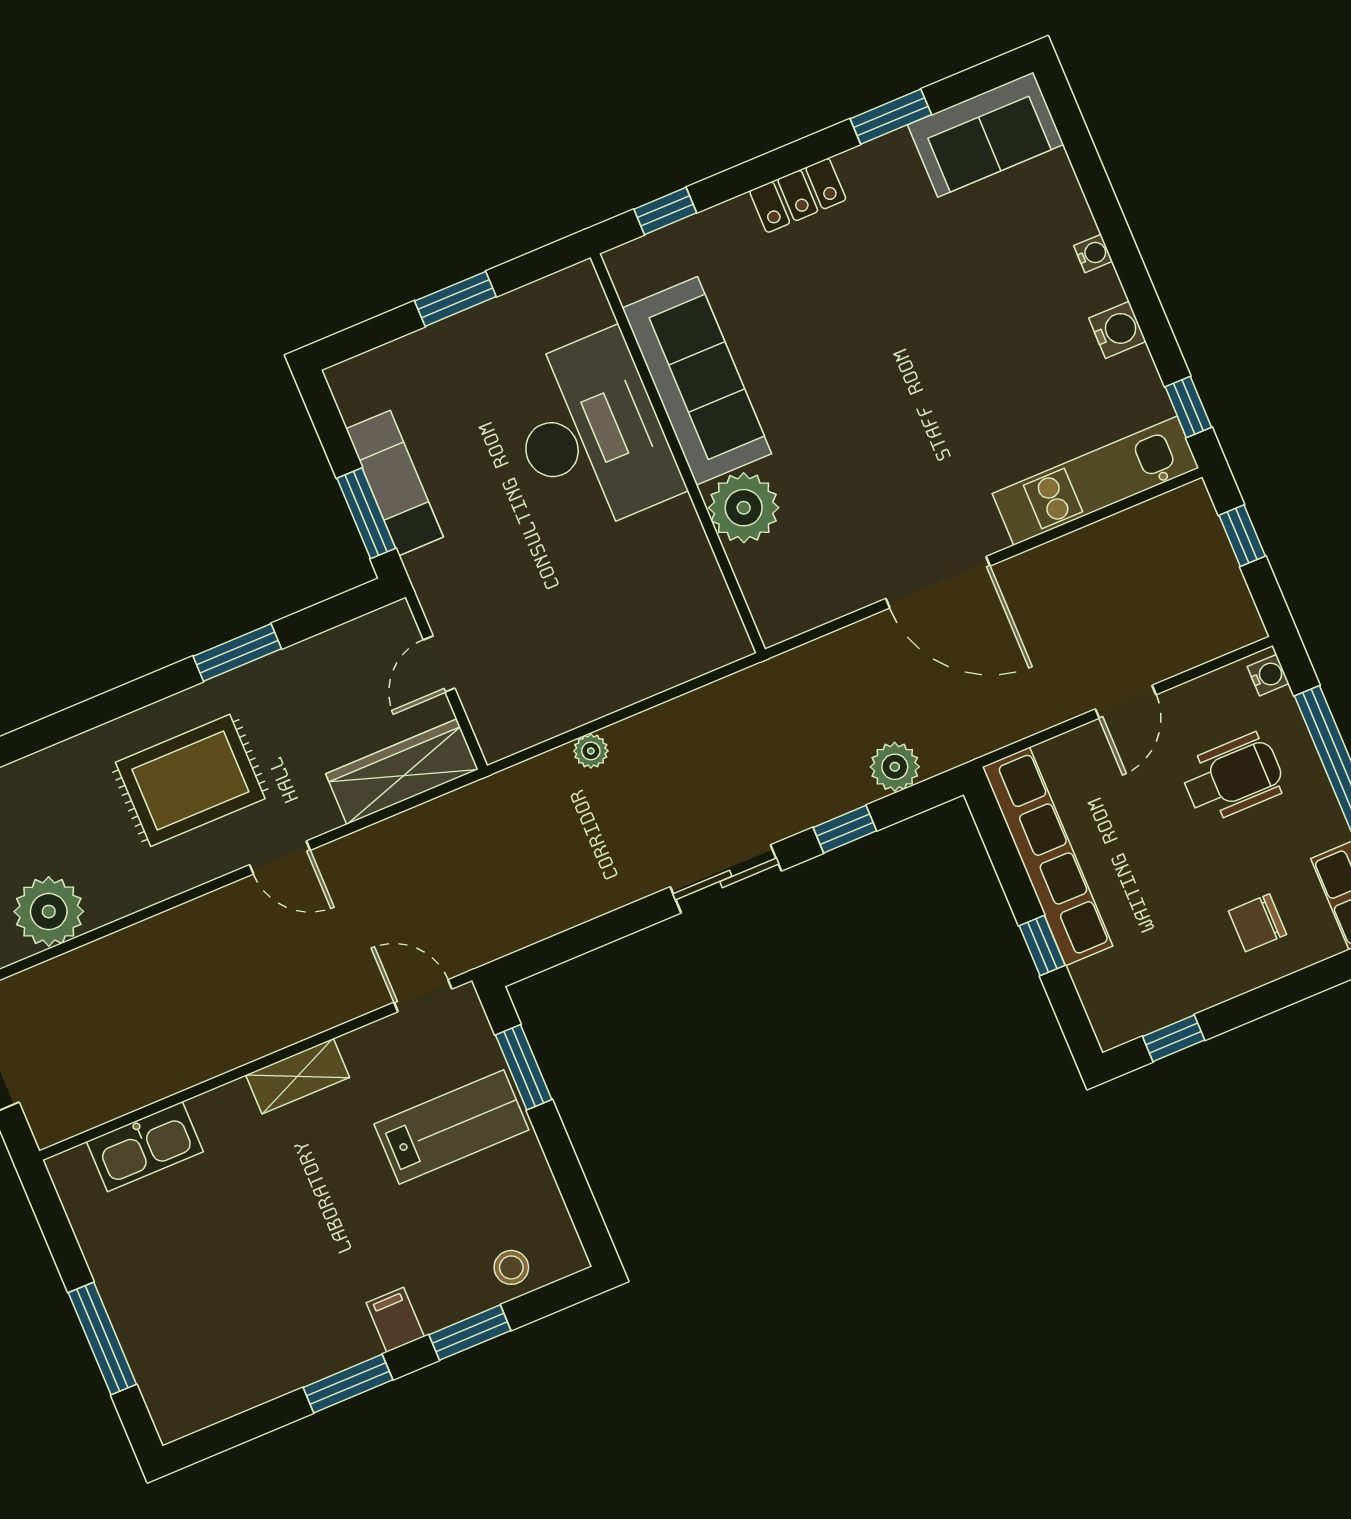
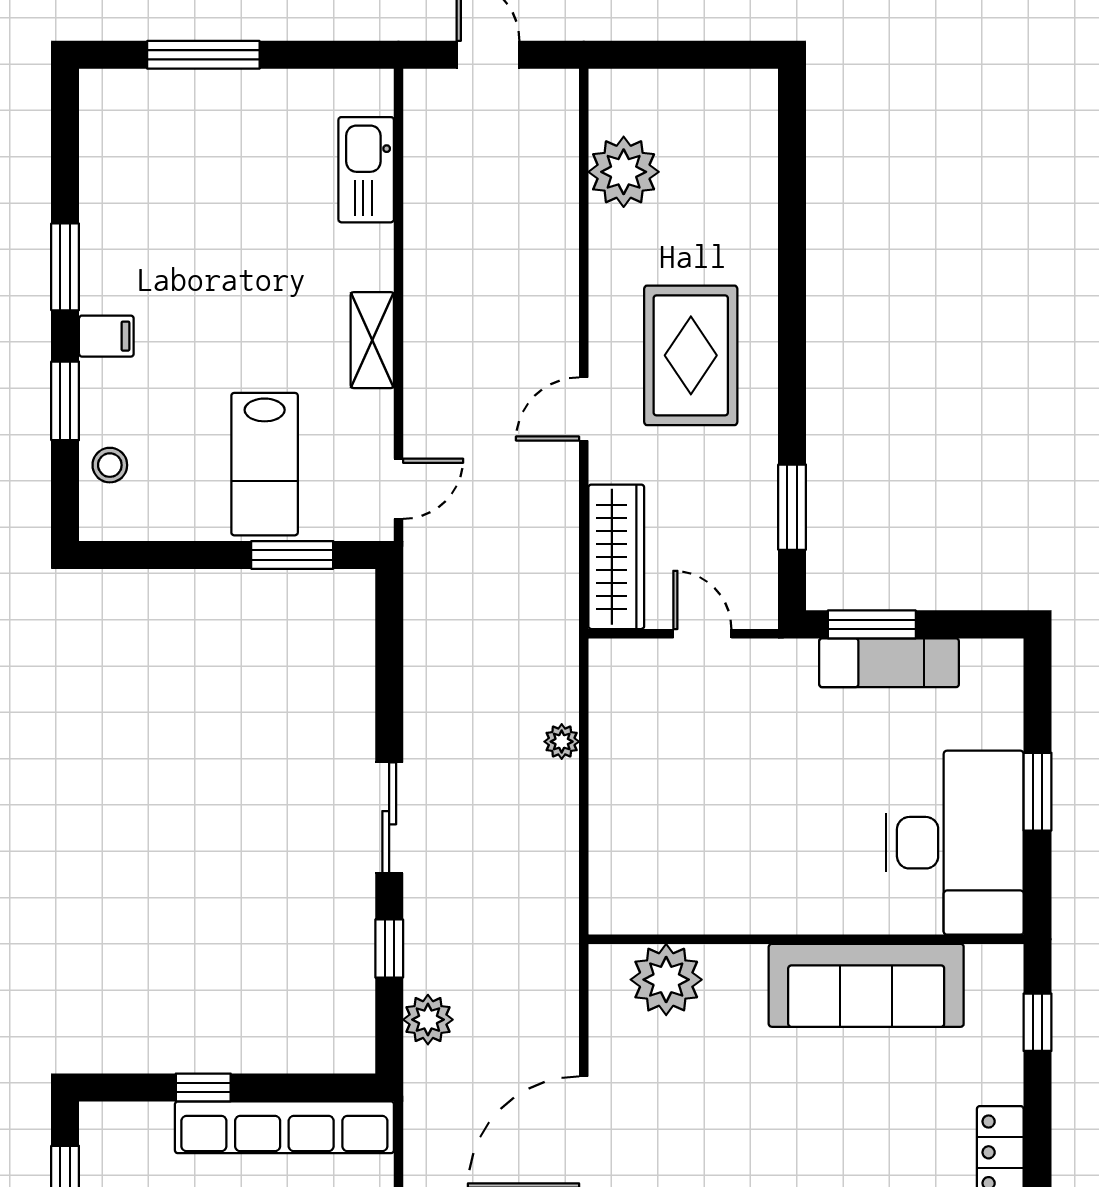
desk: (591, 433) -> (955, 843), moved, turned -90
plant: (744, 508) -> (666, 980), moved
window: (237, 652) -> (792, 507), moved

